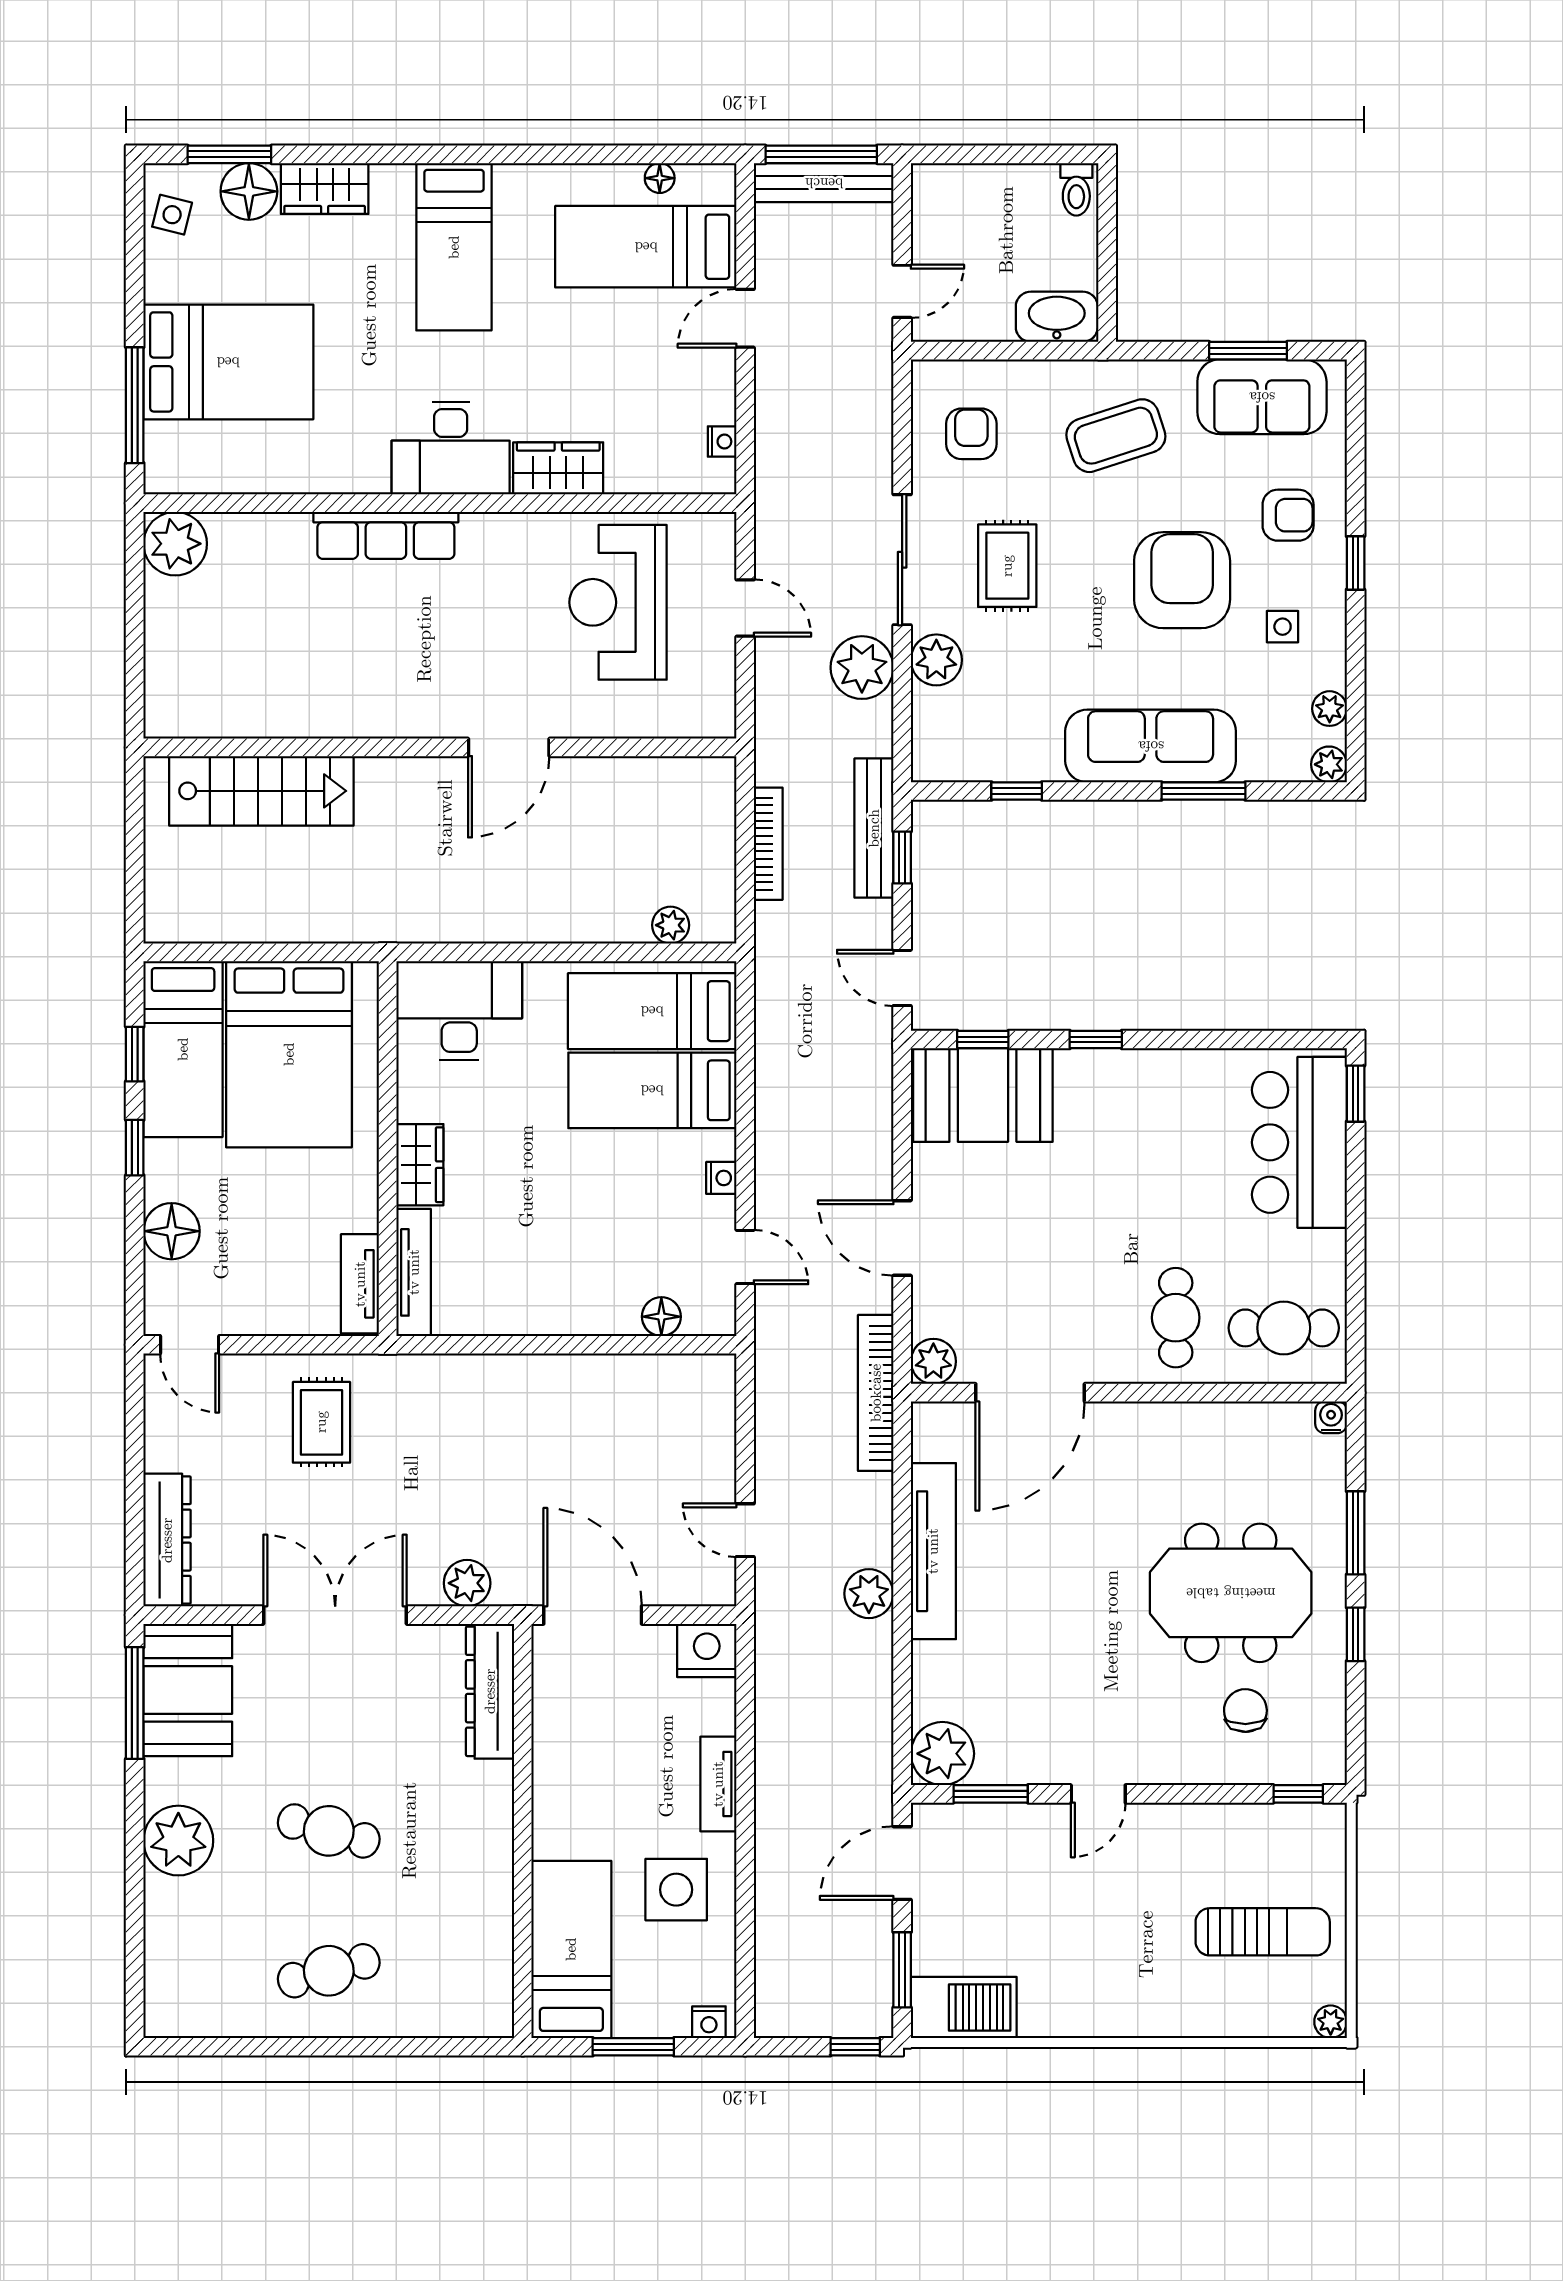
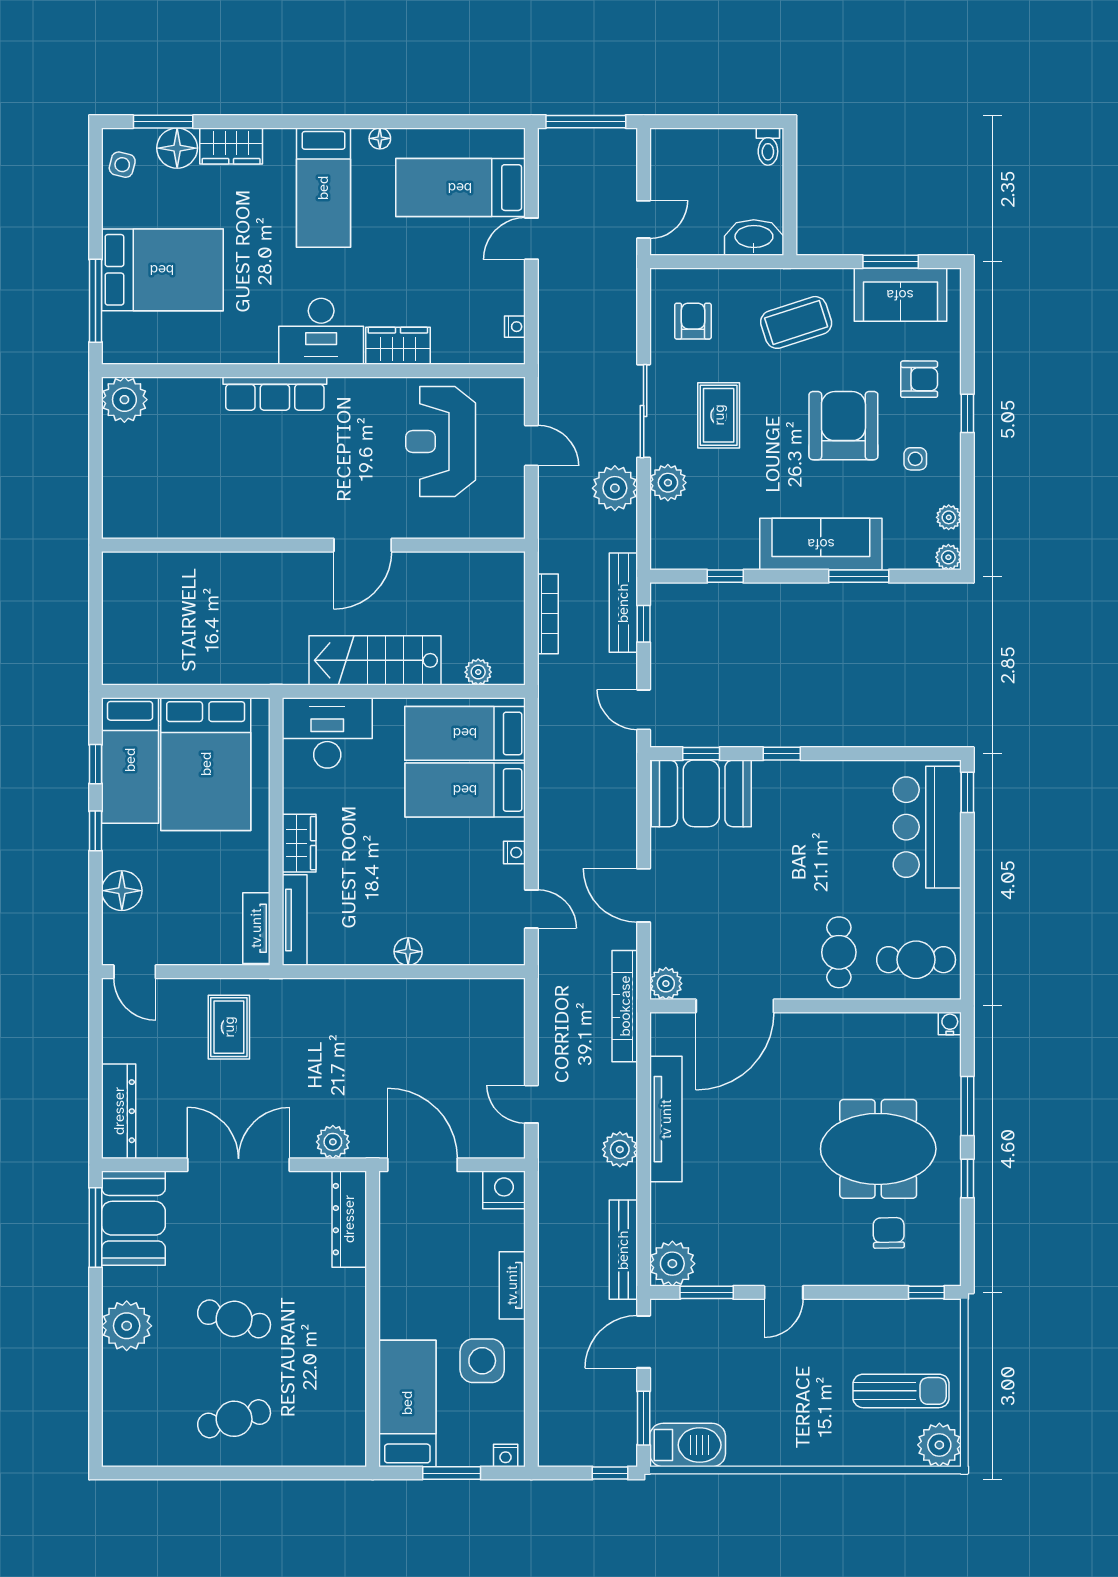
floor lamp: (660, 178) -> (380, 138), moved
bench: (824, 183) -> (623, 1250), moved, turned 90
stairs: (261, 791) -> (375, 660), moved, turned 180
floor lamp: (661, 1317) -> (408, 952), moved
plant: (1331, 2022) -> (939, 1445), width x1.88, depth x1.88

